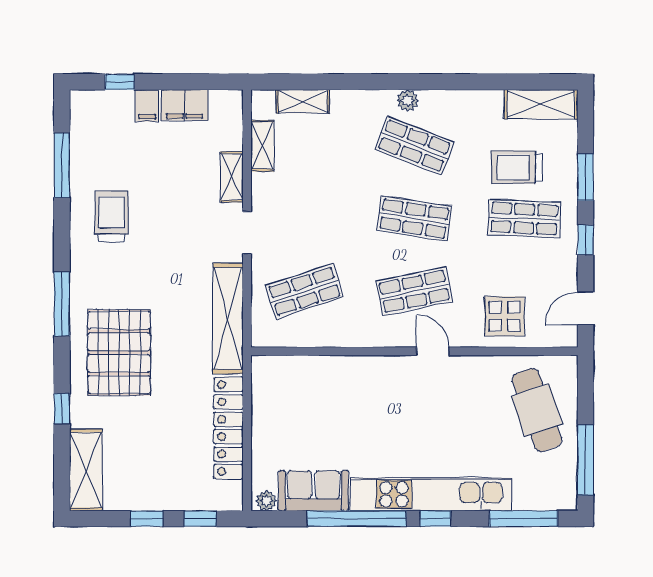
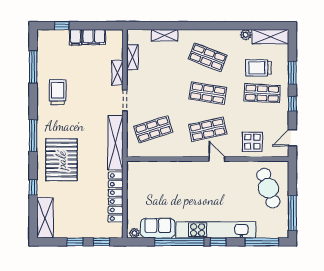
plant: (408, 100) -> (246, 35), moved
shelving: (303, 101) -> (164, 35), moved

